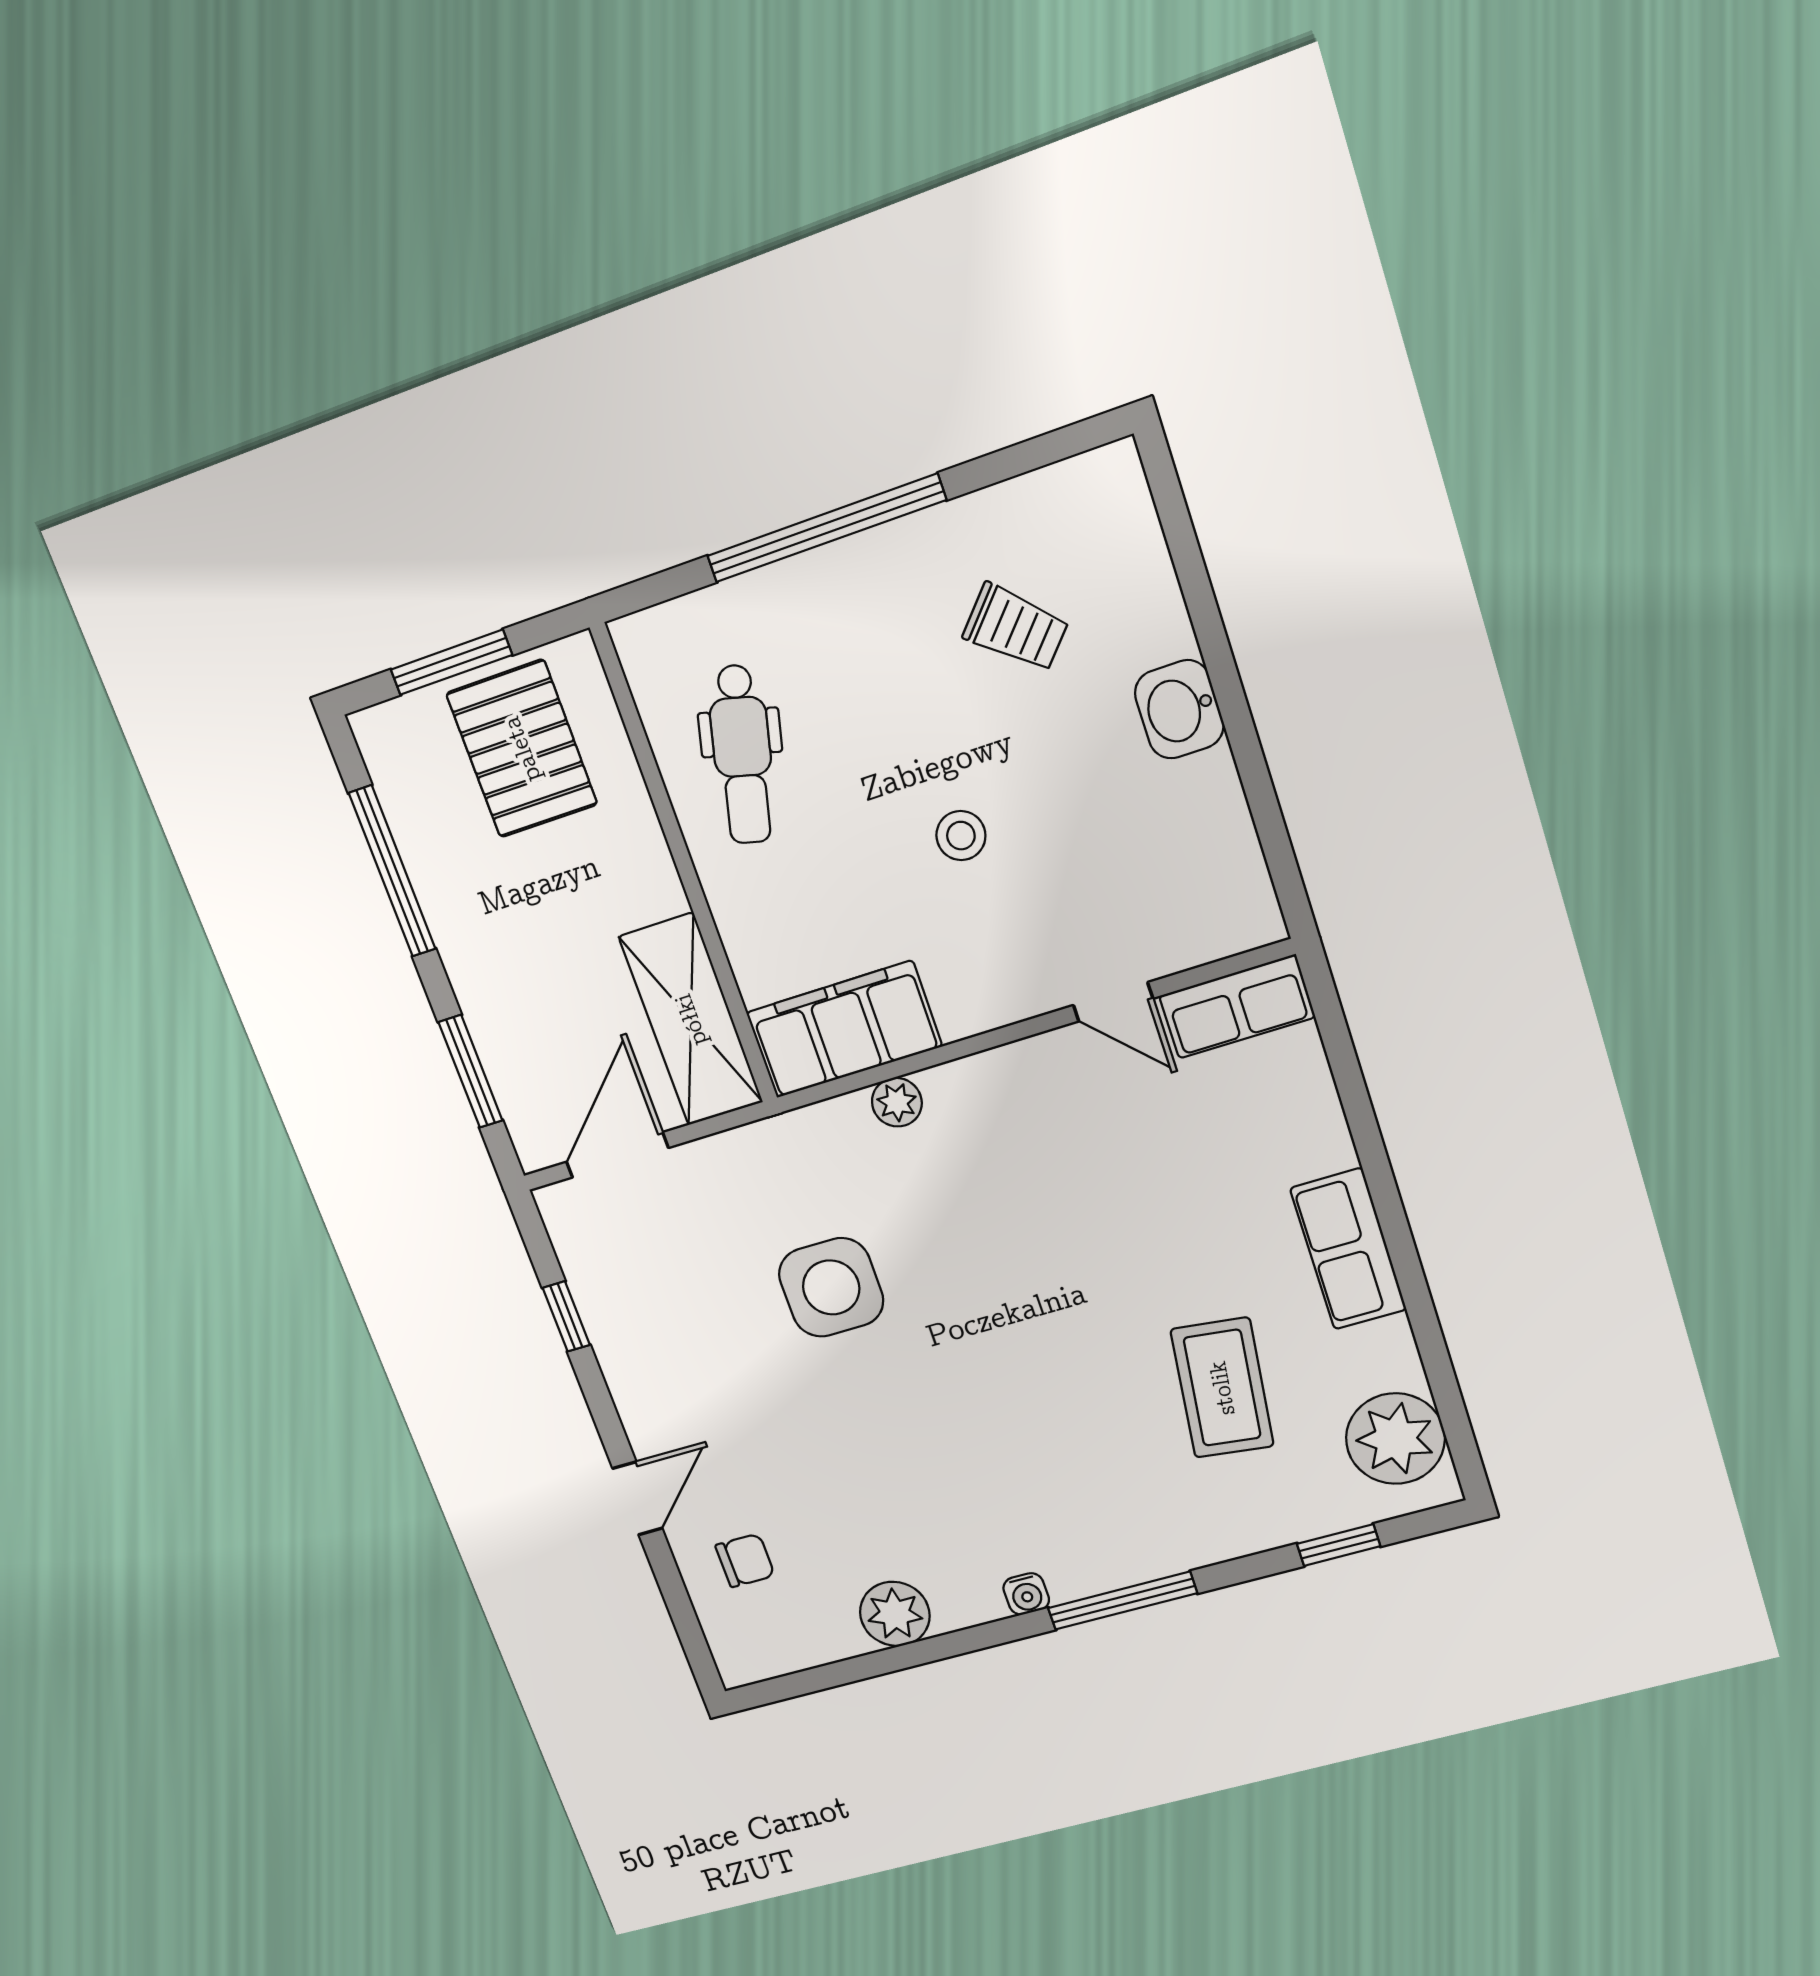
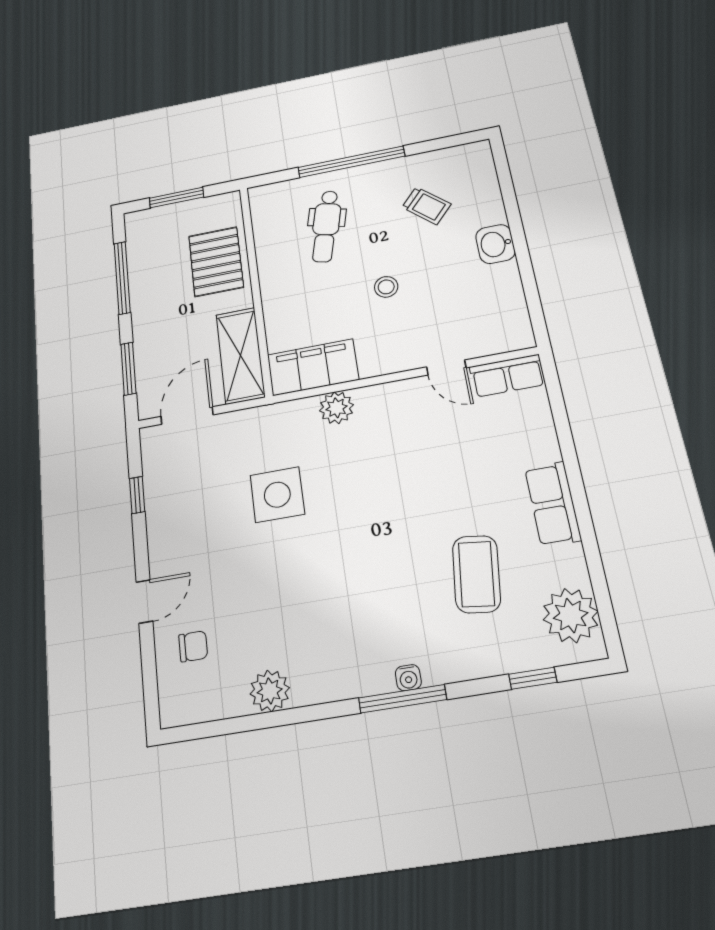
pallet: (522, 749) -> (216, 262), moved
dental chair: (742, 755) -> (326, 226), moved
plant: (897, 1102) -> (336, 408), width x1.38, depth x1.38
water cooler: (1026, 1594) -> (408, 678), moved

